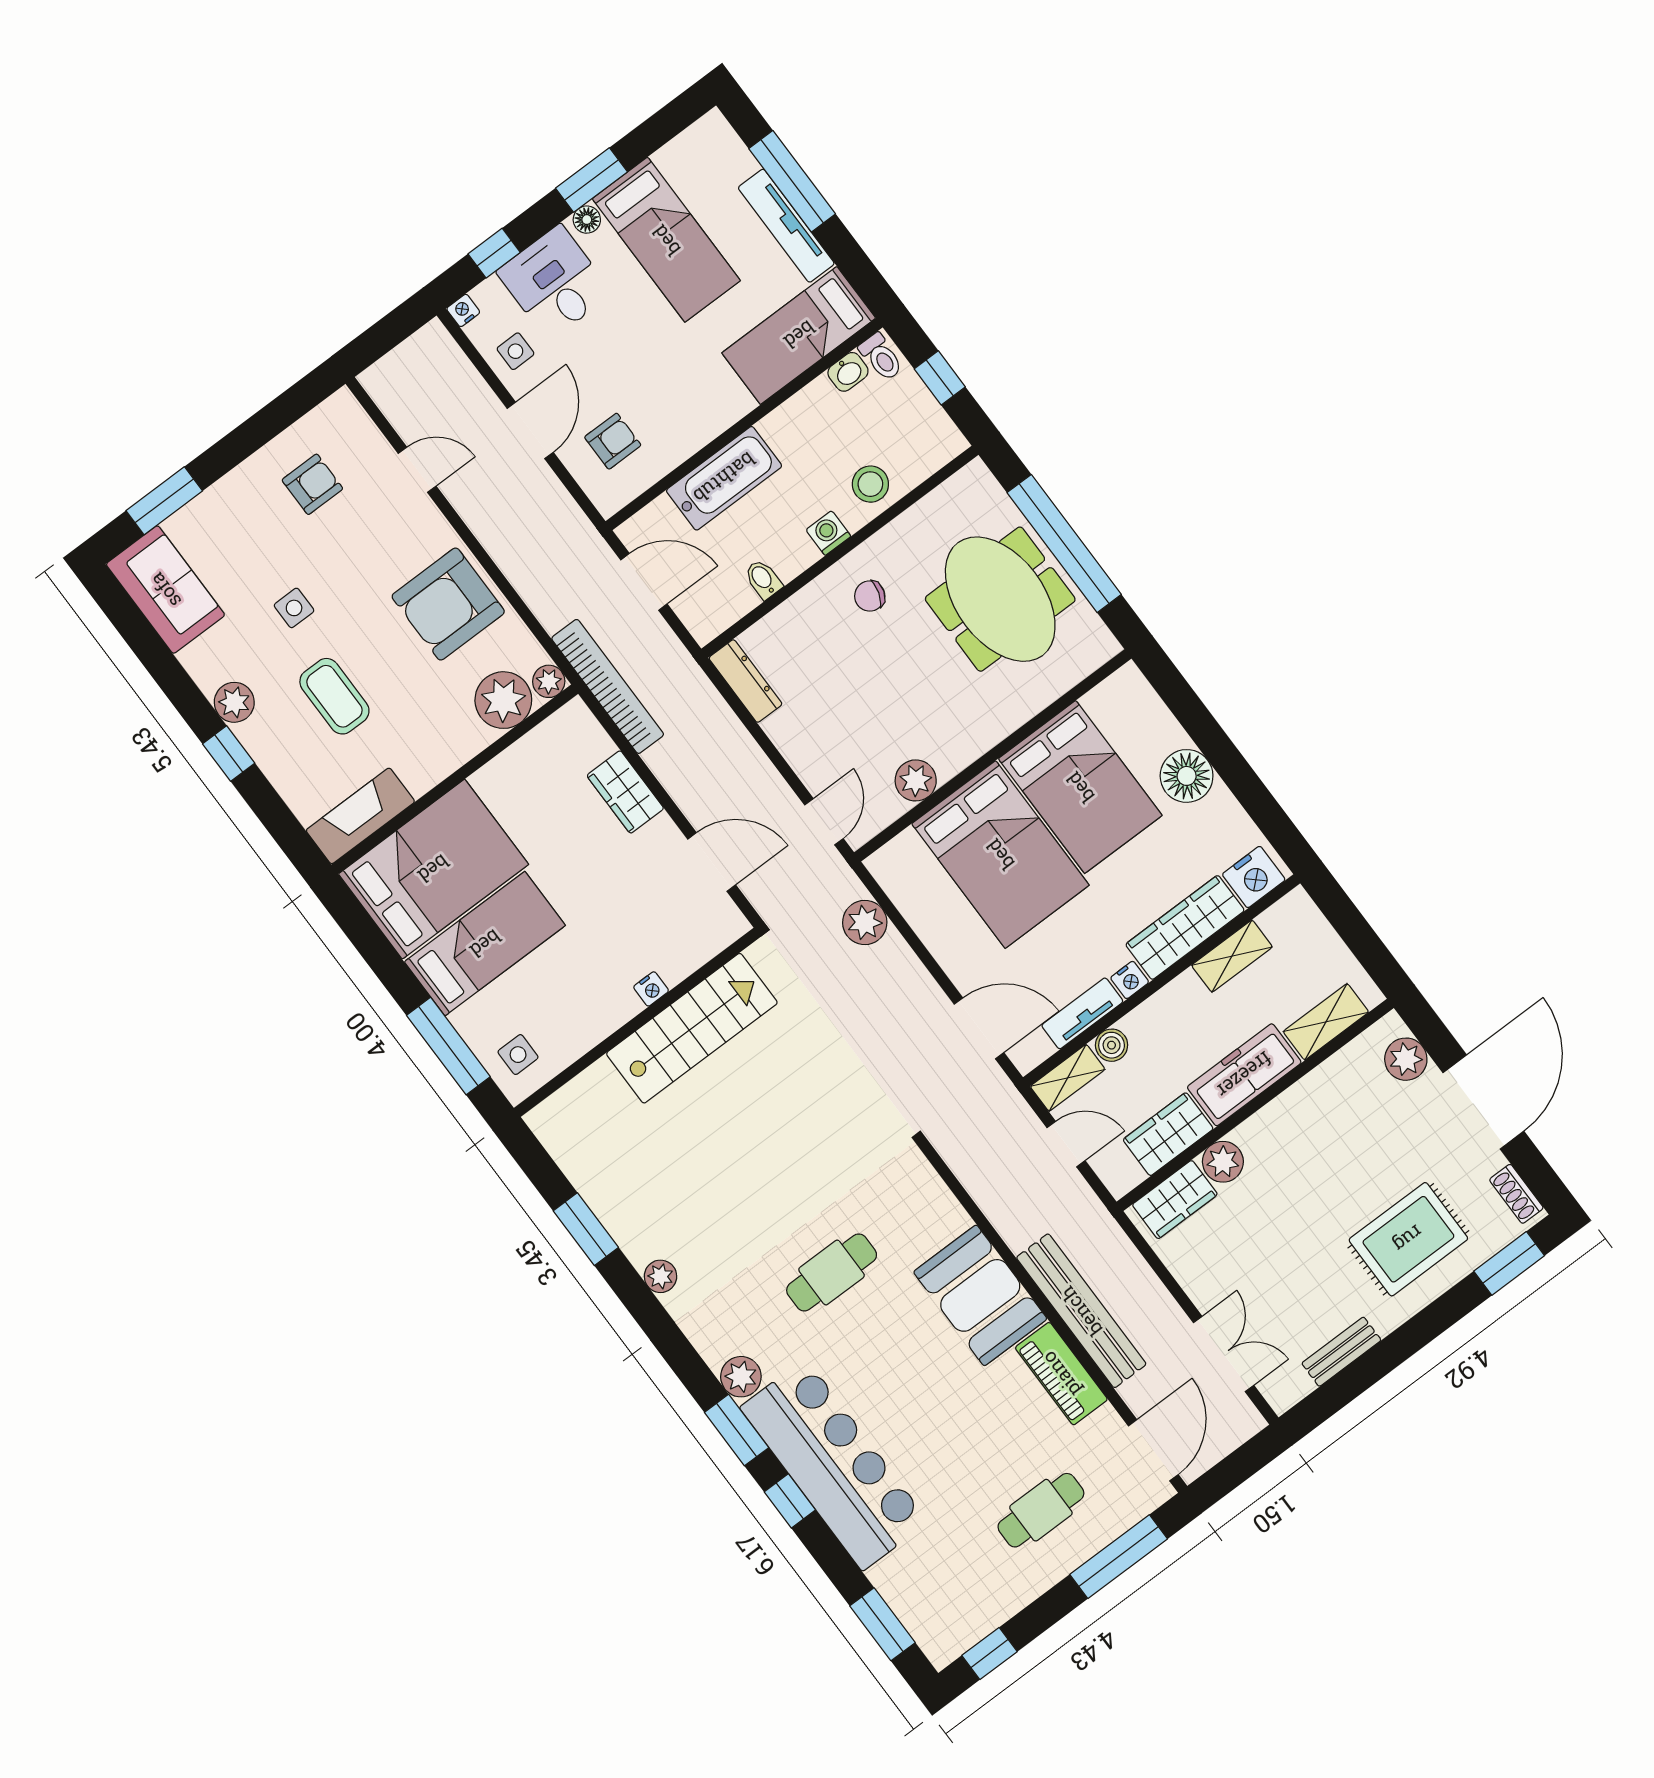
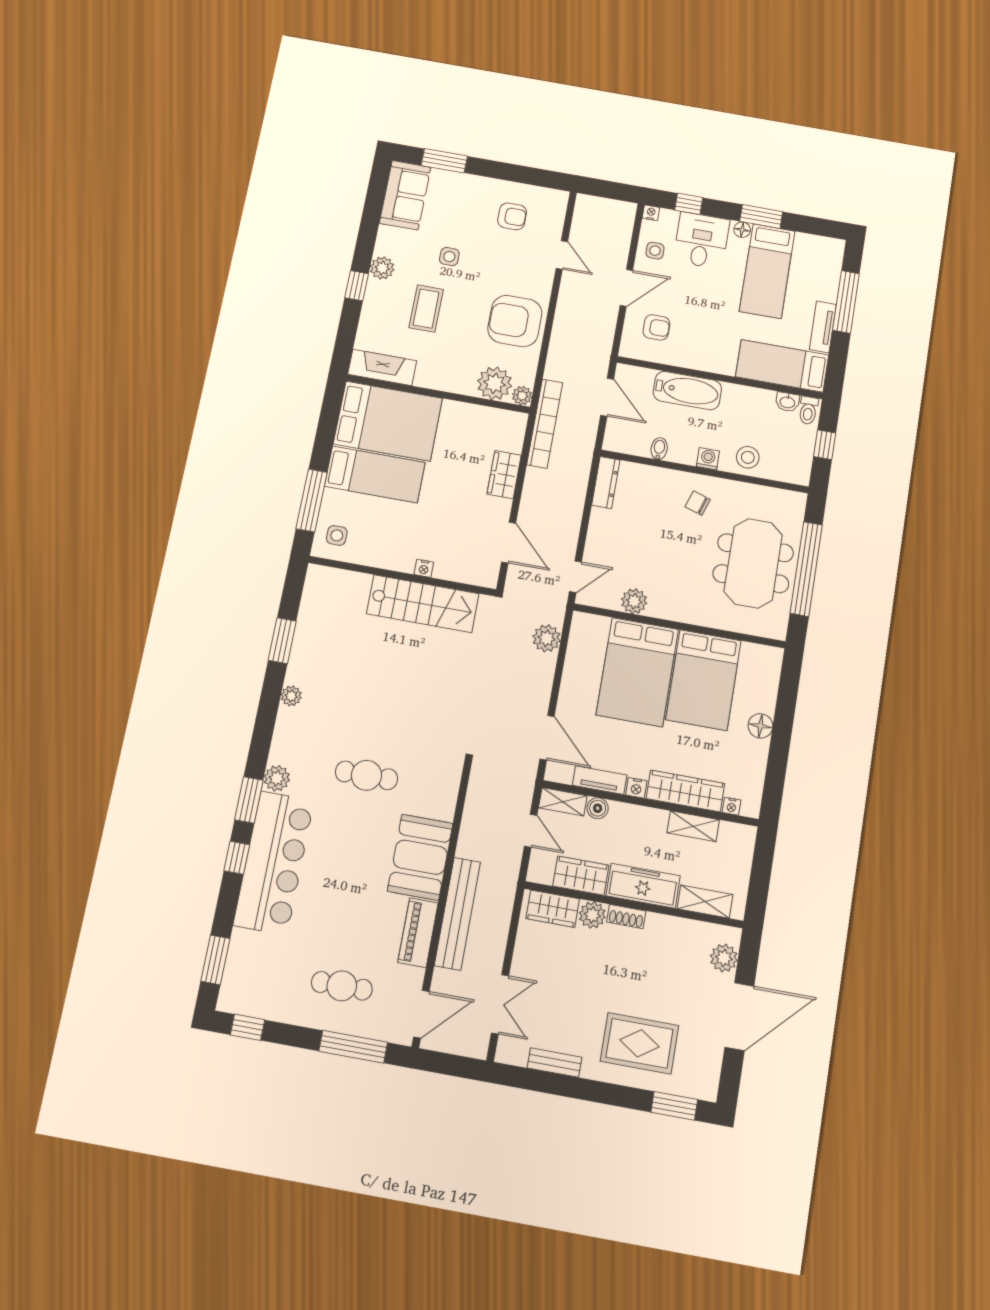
tv unit: (786, 226) -> (823, 327), width x0.71
floor lamp: (1187, 776) -> (760, 726), width x0.73, depth x0.73
nightstand: (1254, 877) -> (731, 806), width x0.53, depth x0.56
shoe rack: (1516, 1194) -> (626, 917), moved, turned -90

